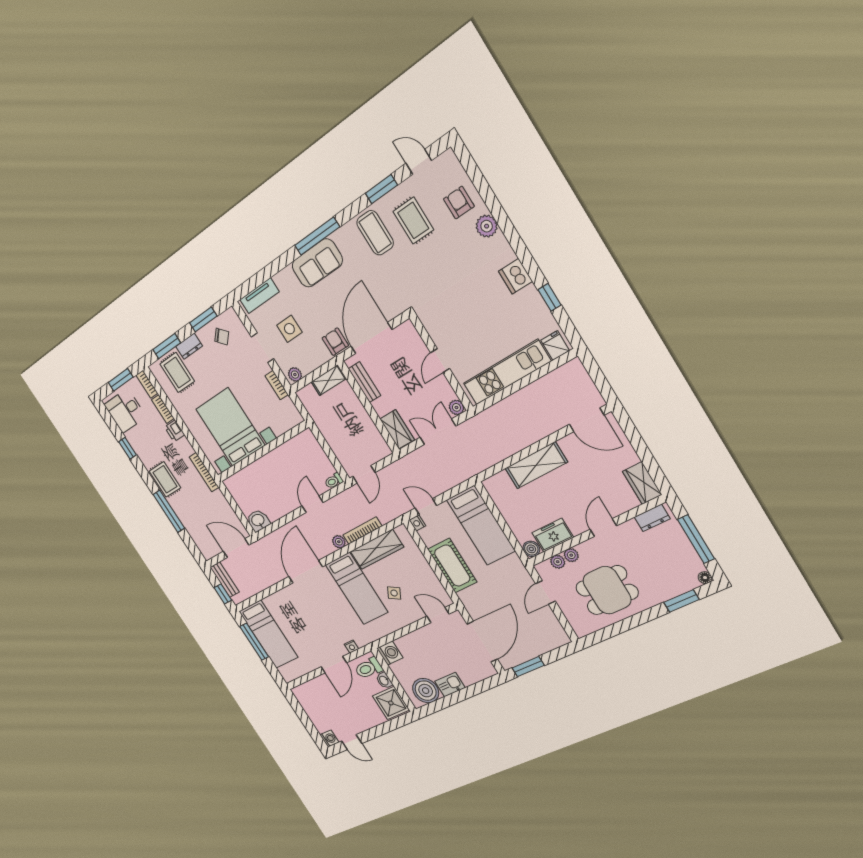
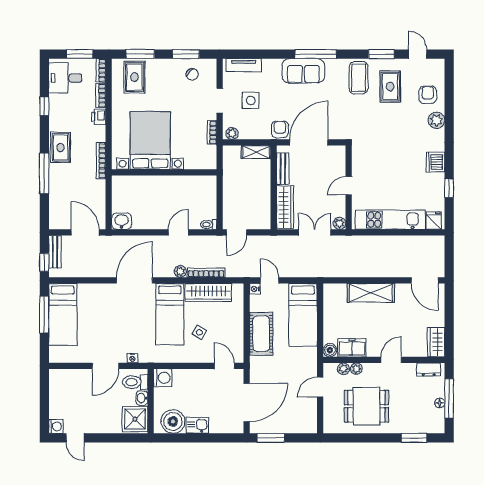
dresser: (189, 346) -> (160, 65), removed
wardrobe: (397, 429) -> (285, 207), width x1.50
floor lamp: (705, 578) -> (440, 403), moved

